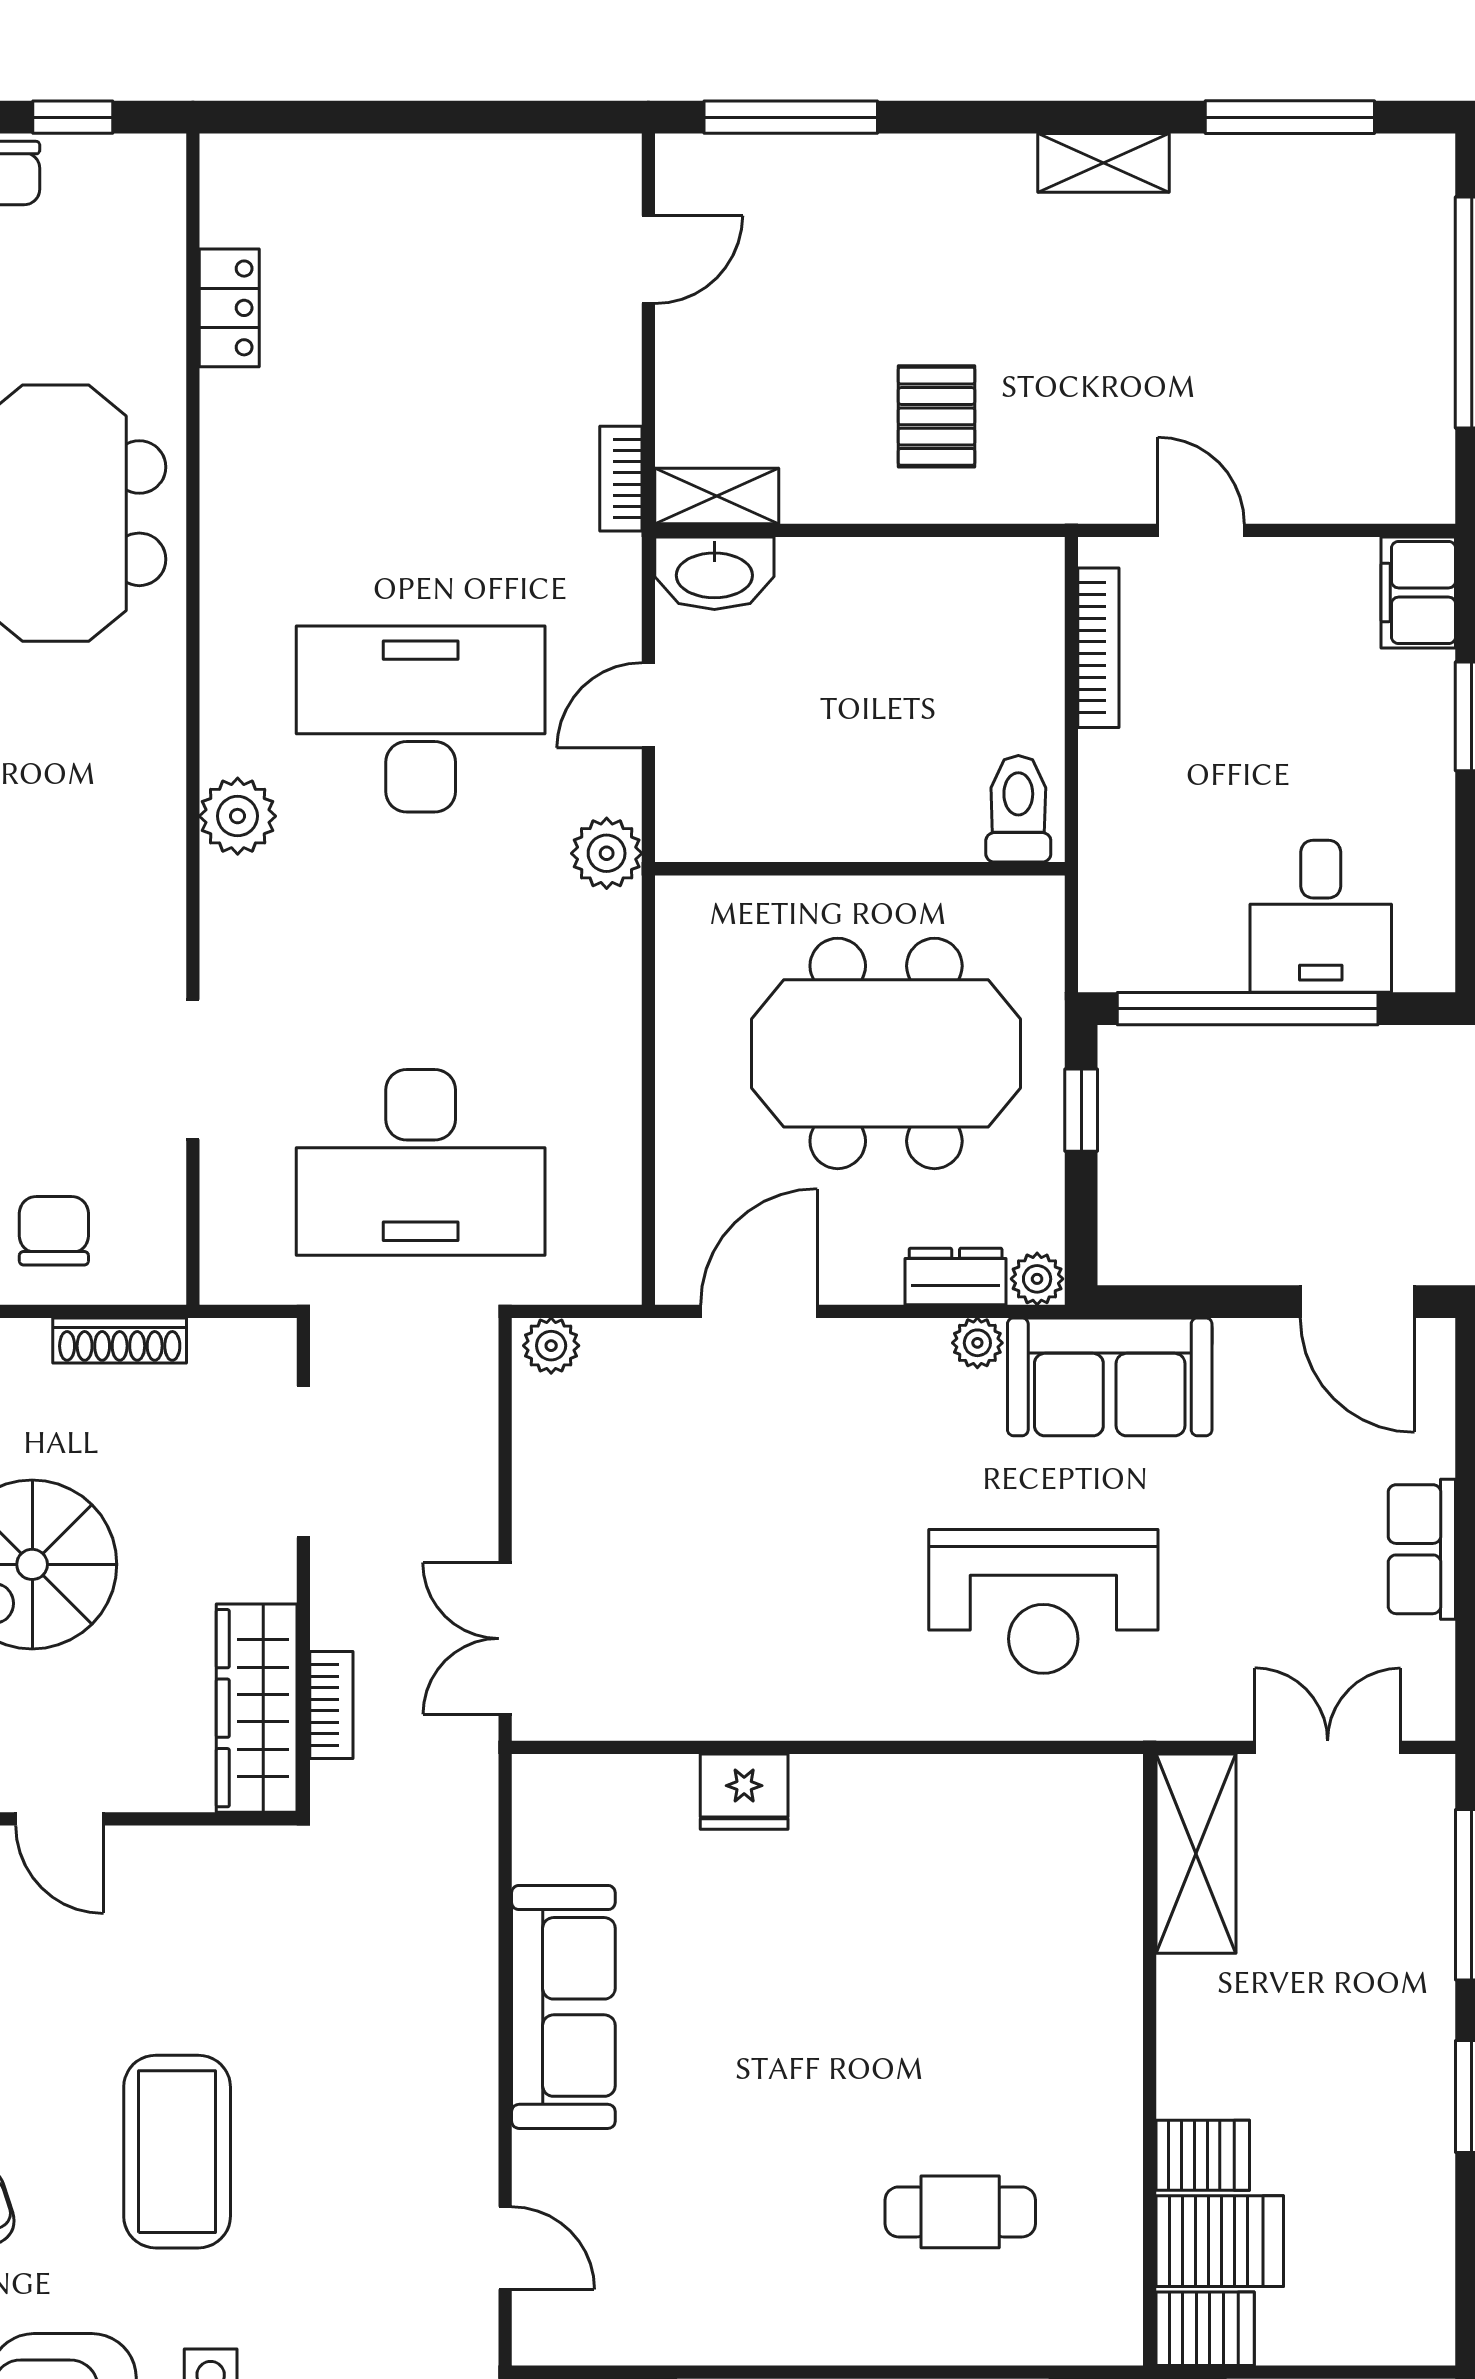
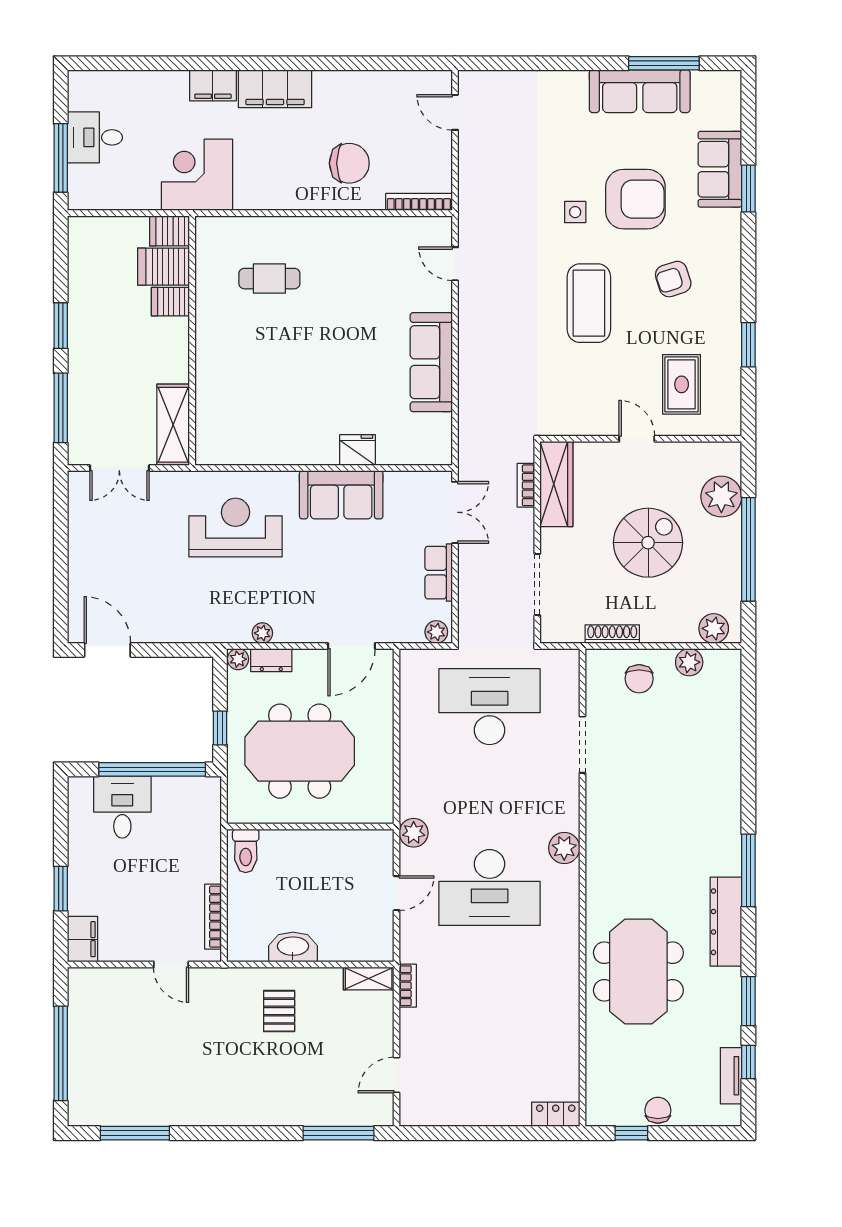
shelving: (1104, 163) -> (211, 1114), removed
locker: (229, 308) -> (556, 1114), moved, turned 90
washbasin: (714, 573) -> (293, 947), moved
sofa: (1110, 1377) -> (341, 495), moved, turned 180
row of seats: (1422, 1549) -> (439, 573), moved, turned 180

